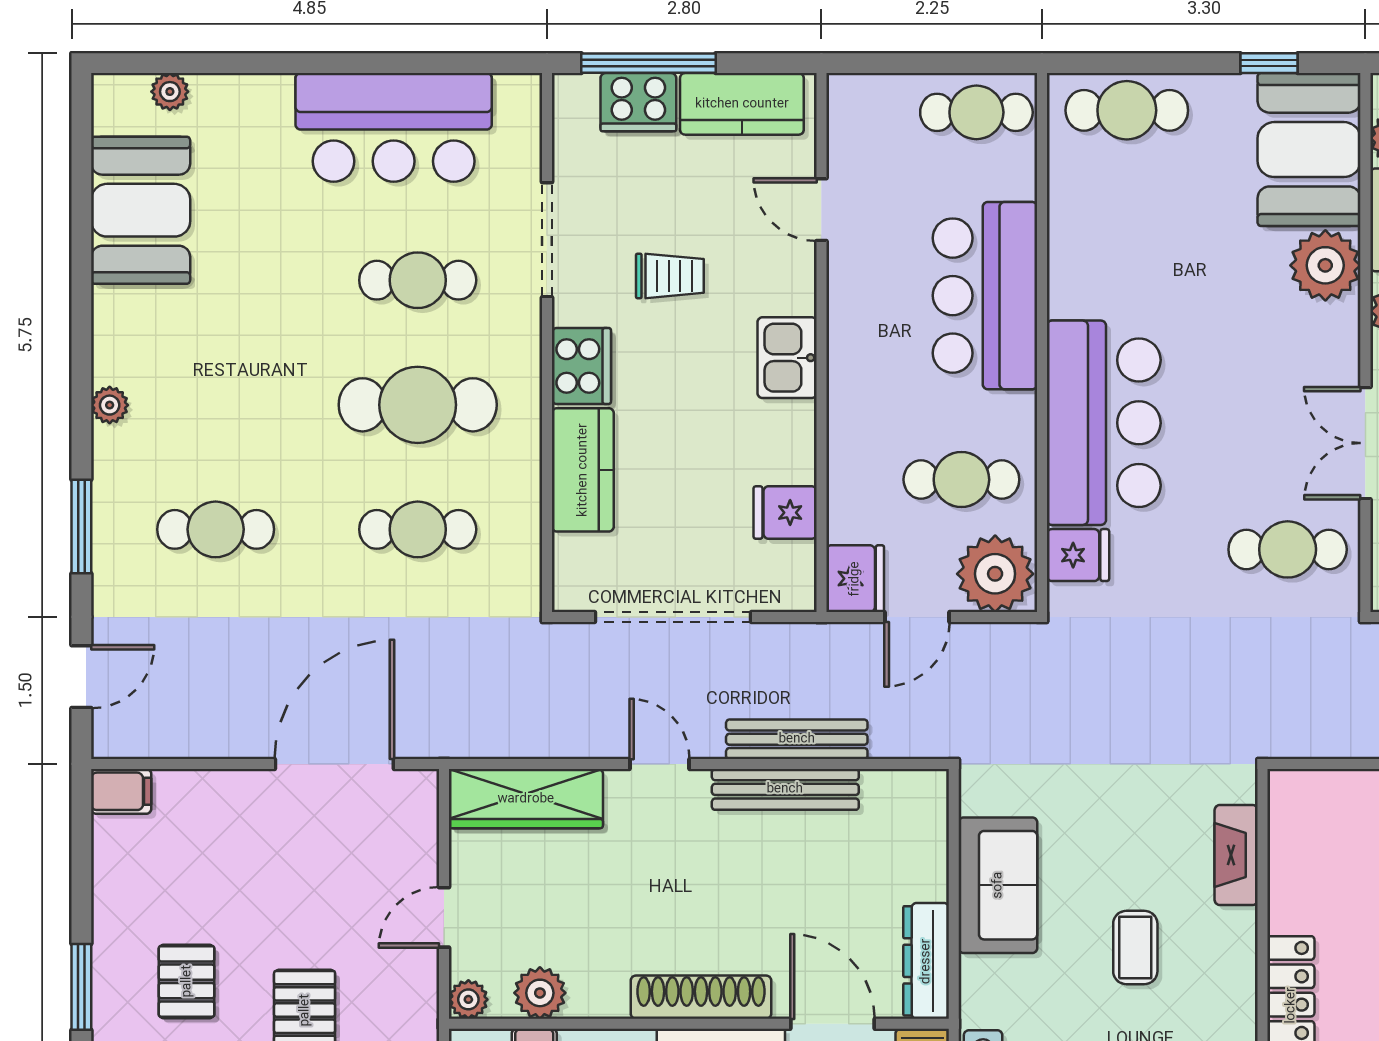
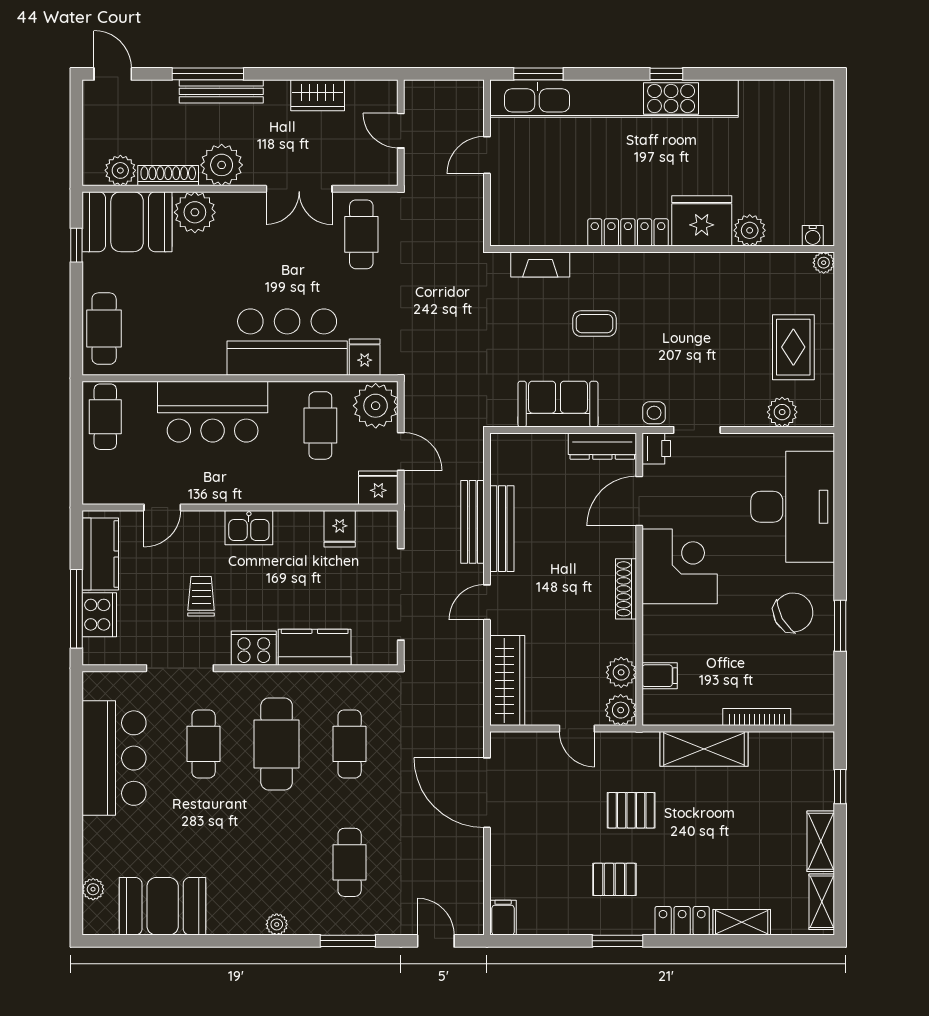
shoe rack: (701, 997) -> (626, 589), width x0.74, depth x0.81
plant: (468, 999) -> (621, 710), width x1.38, depth x1.38

